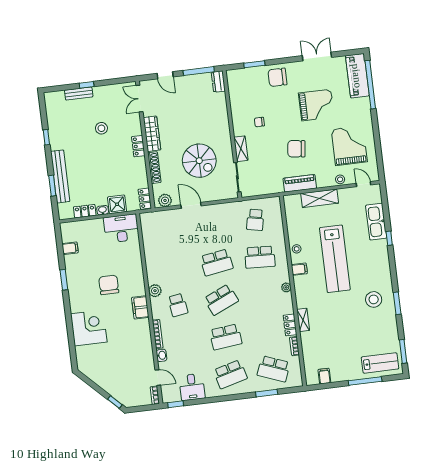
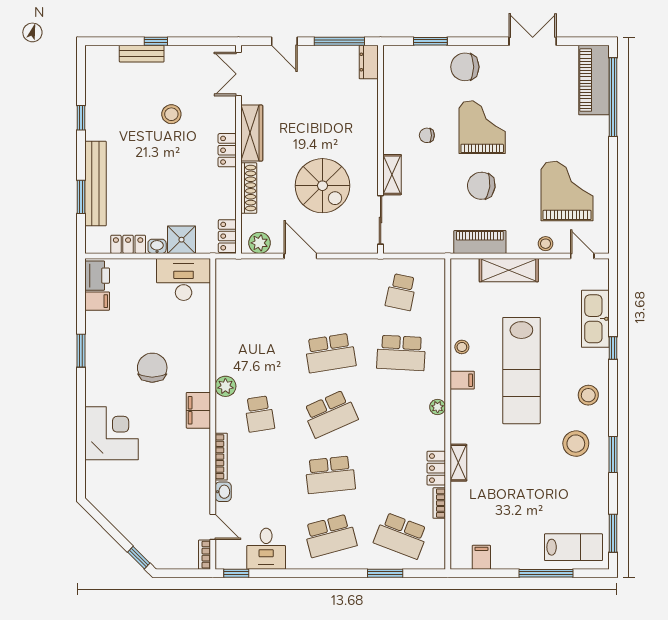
grand piano: (316, 105) -> (482, 127), moved, turned -90
printer: (68, 233) -> (97, 276), added
stool: (378, 269) -> (588, 395), added

